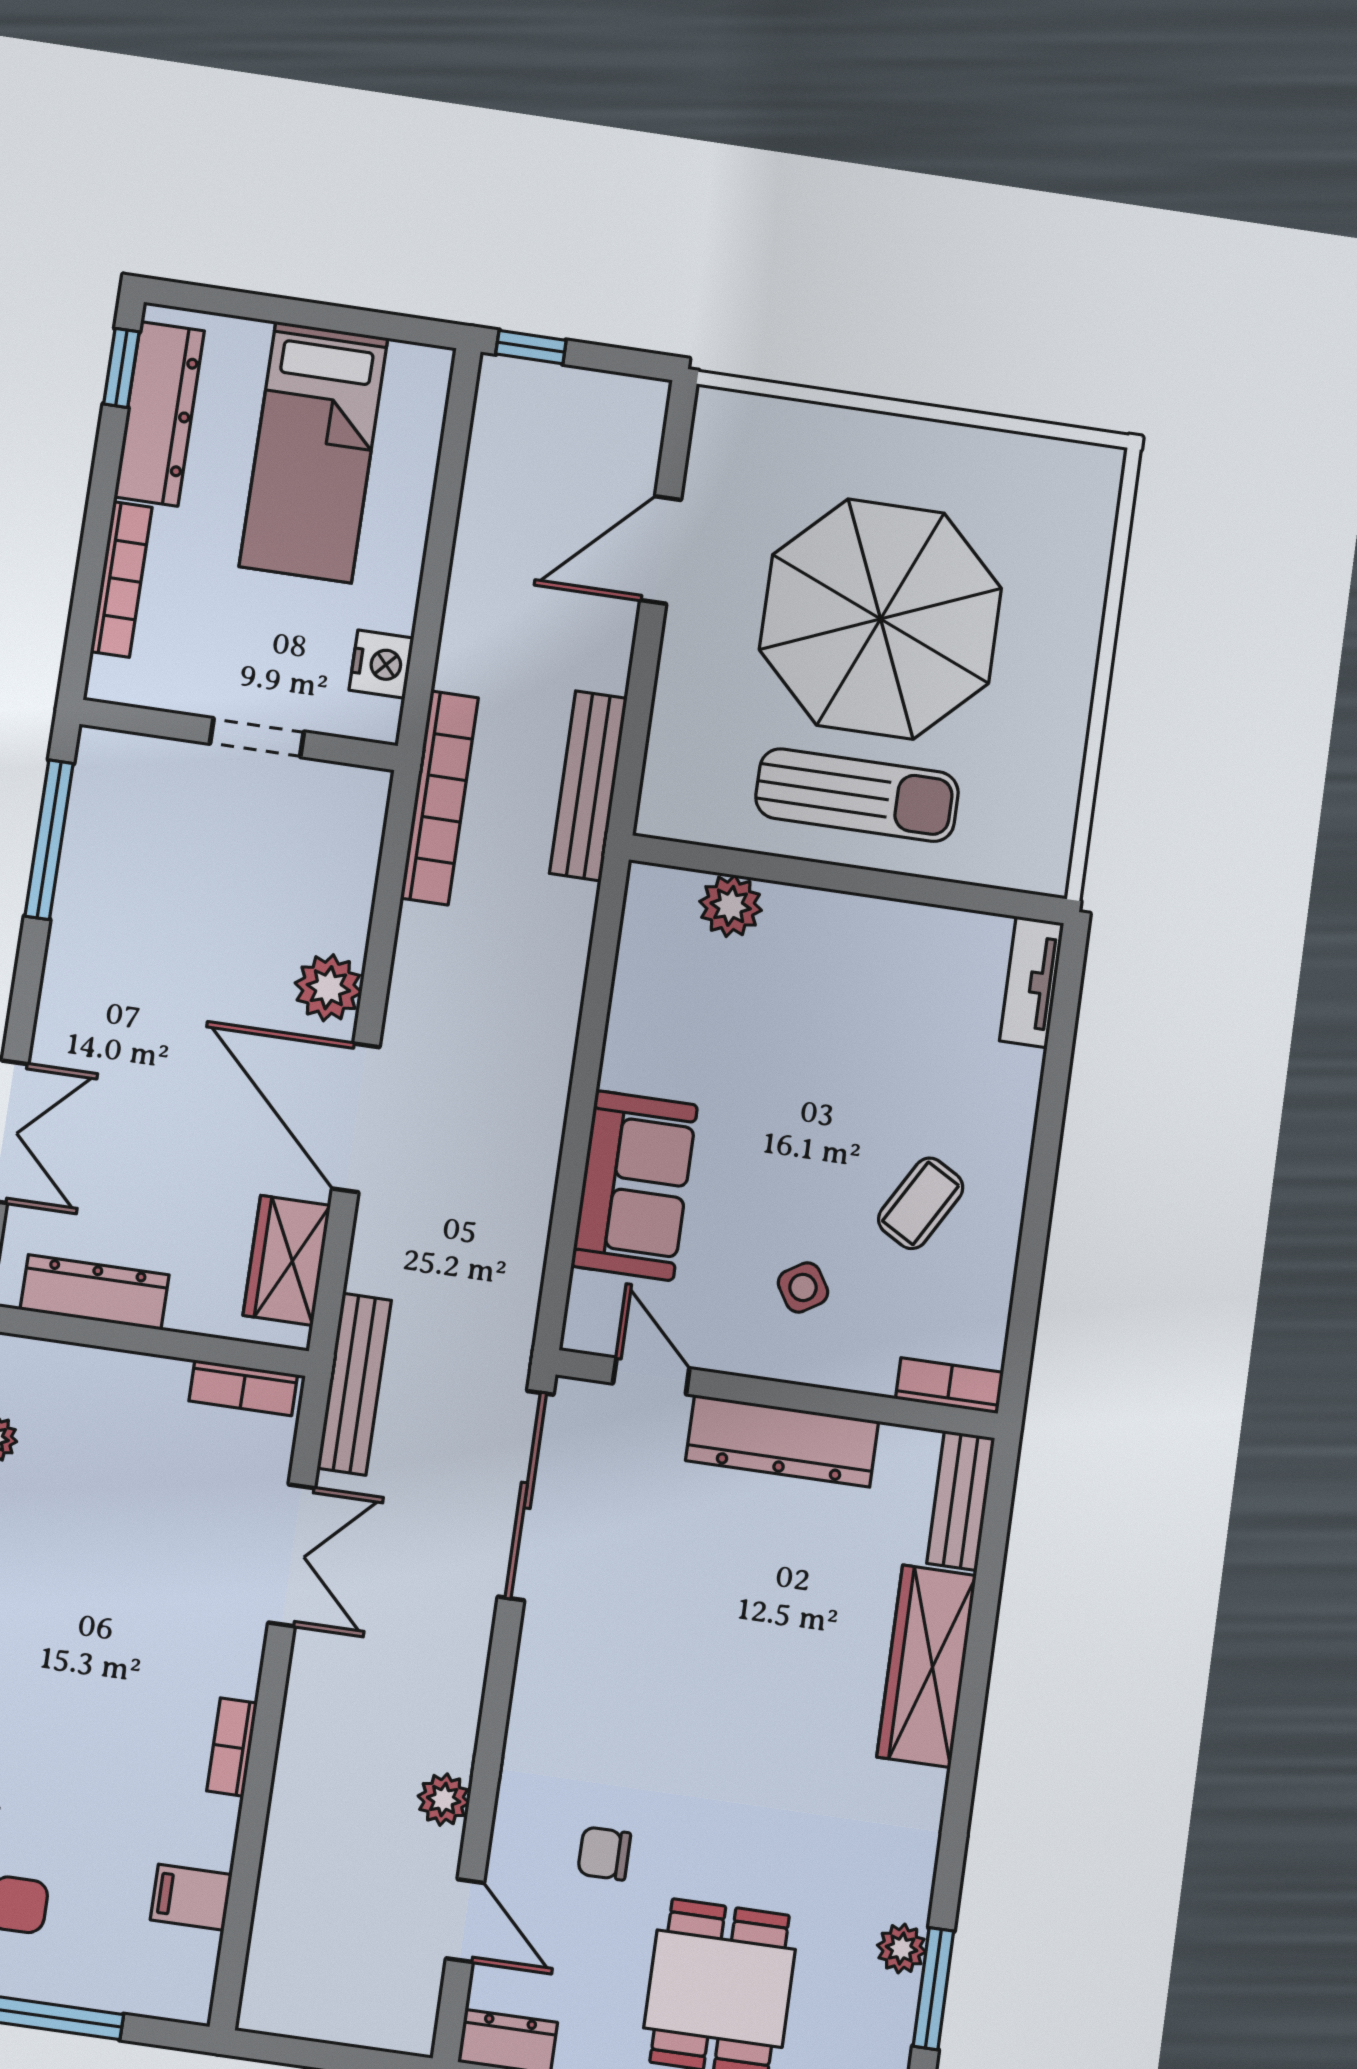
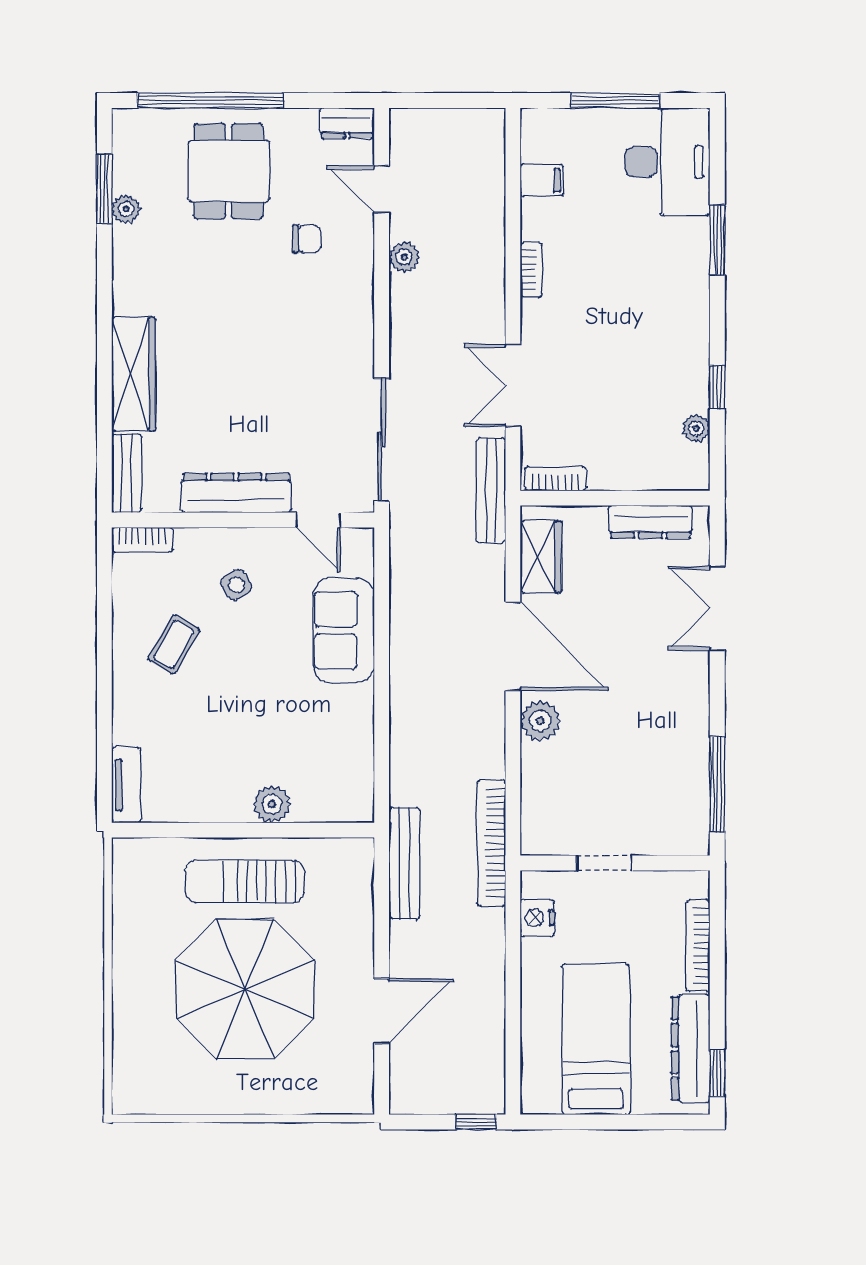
plant: (731, 906) -> (272, 804), moved

